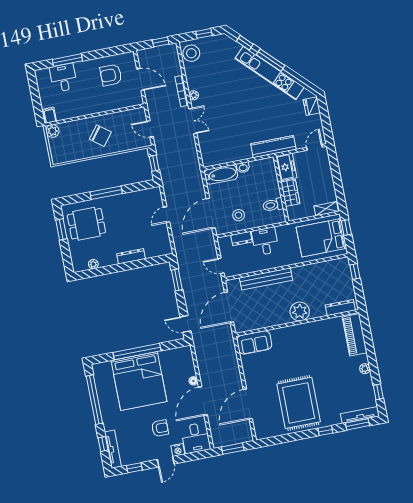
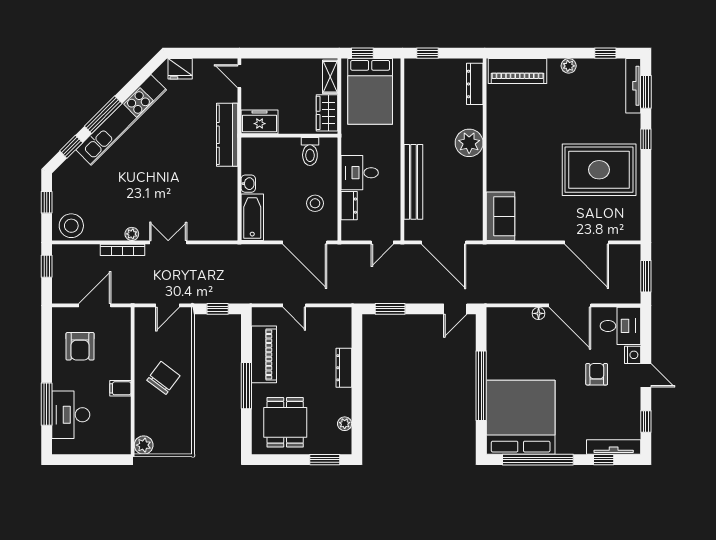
desk: (63, 78) -> (71, 415), width x1.37
filing cabinet: (50, 115) -> (120, 388), moved
wardrobe: (290, 193) -> (327, 113), moved, turned -90
piano: (130, 201) -> (264, 354), added
window: (61, 229) -> (325, 460), moved
bed: (139, 381) -> (521, 417), moved, turned -90

